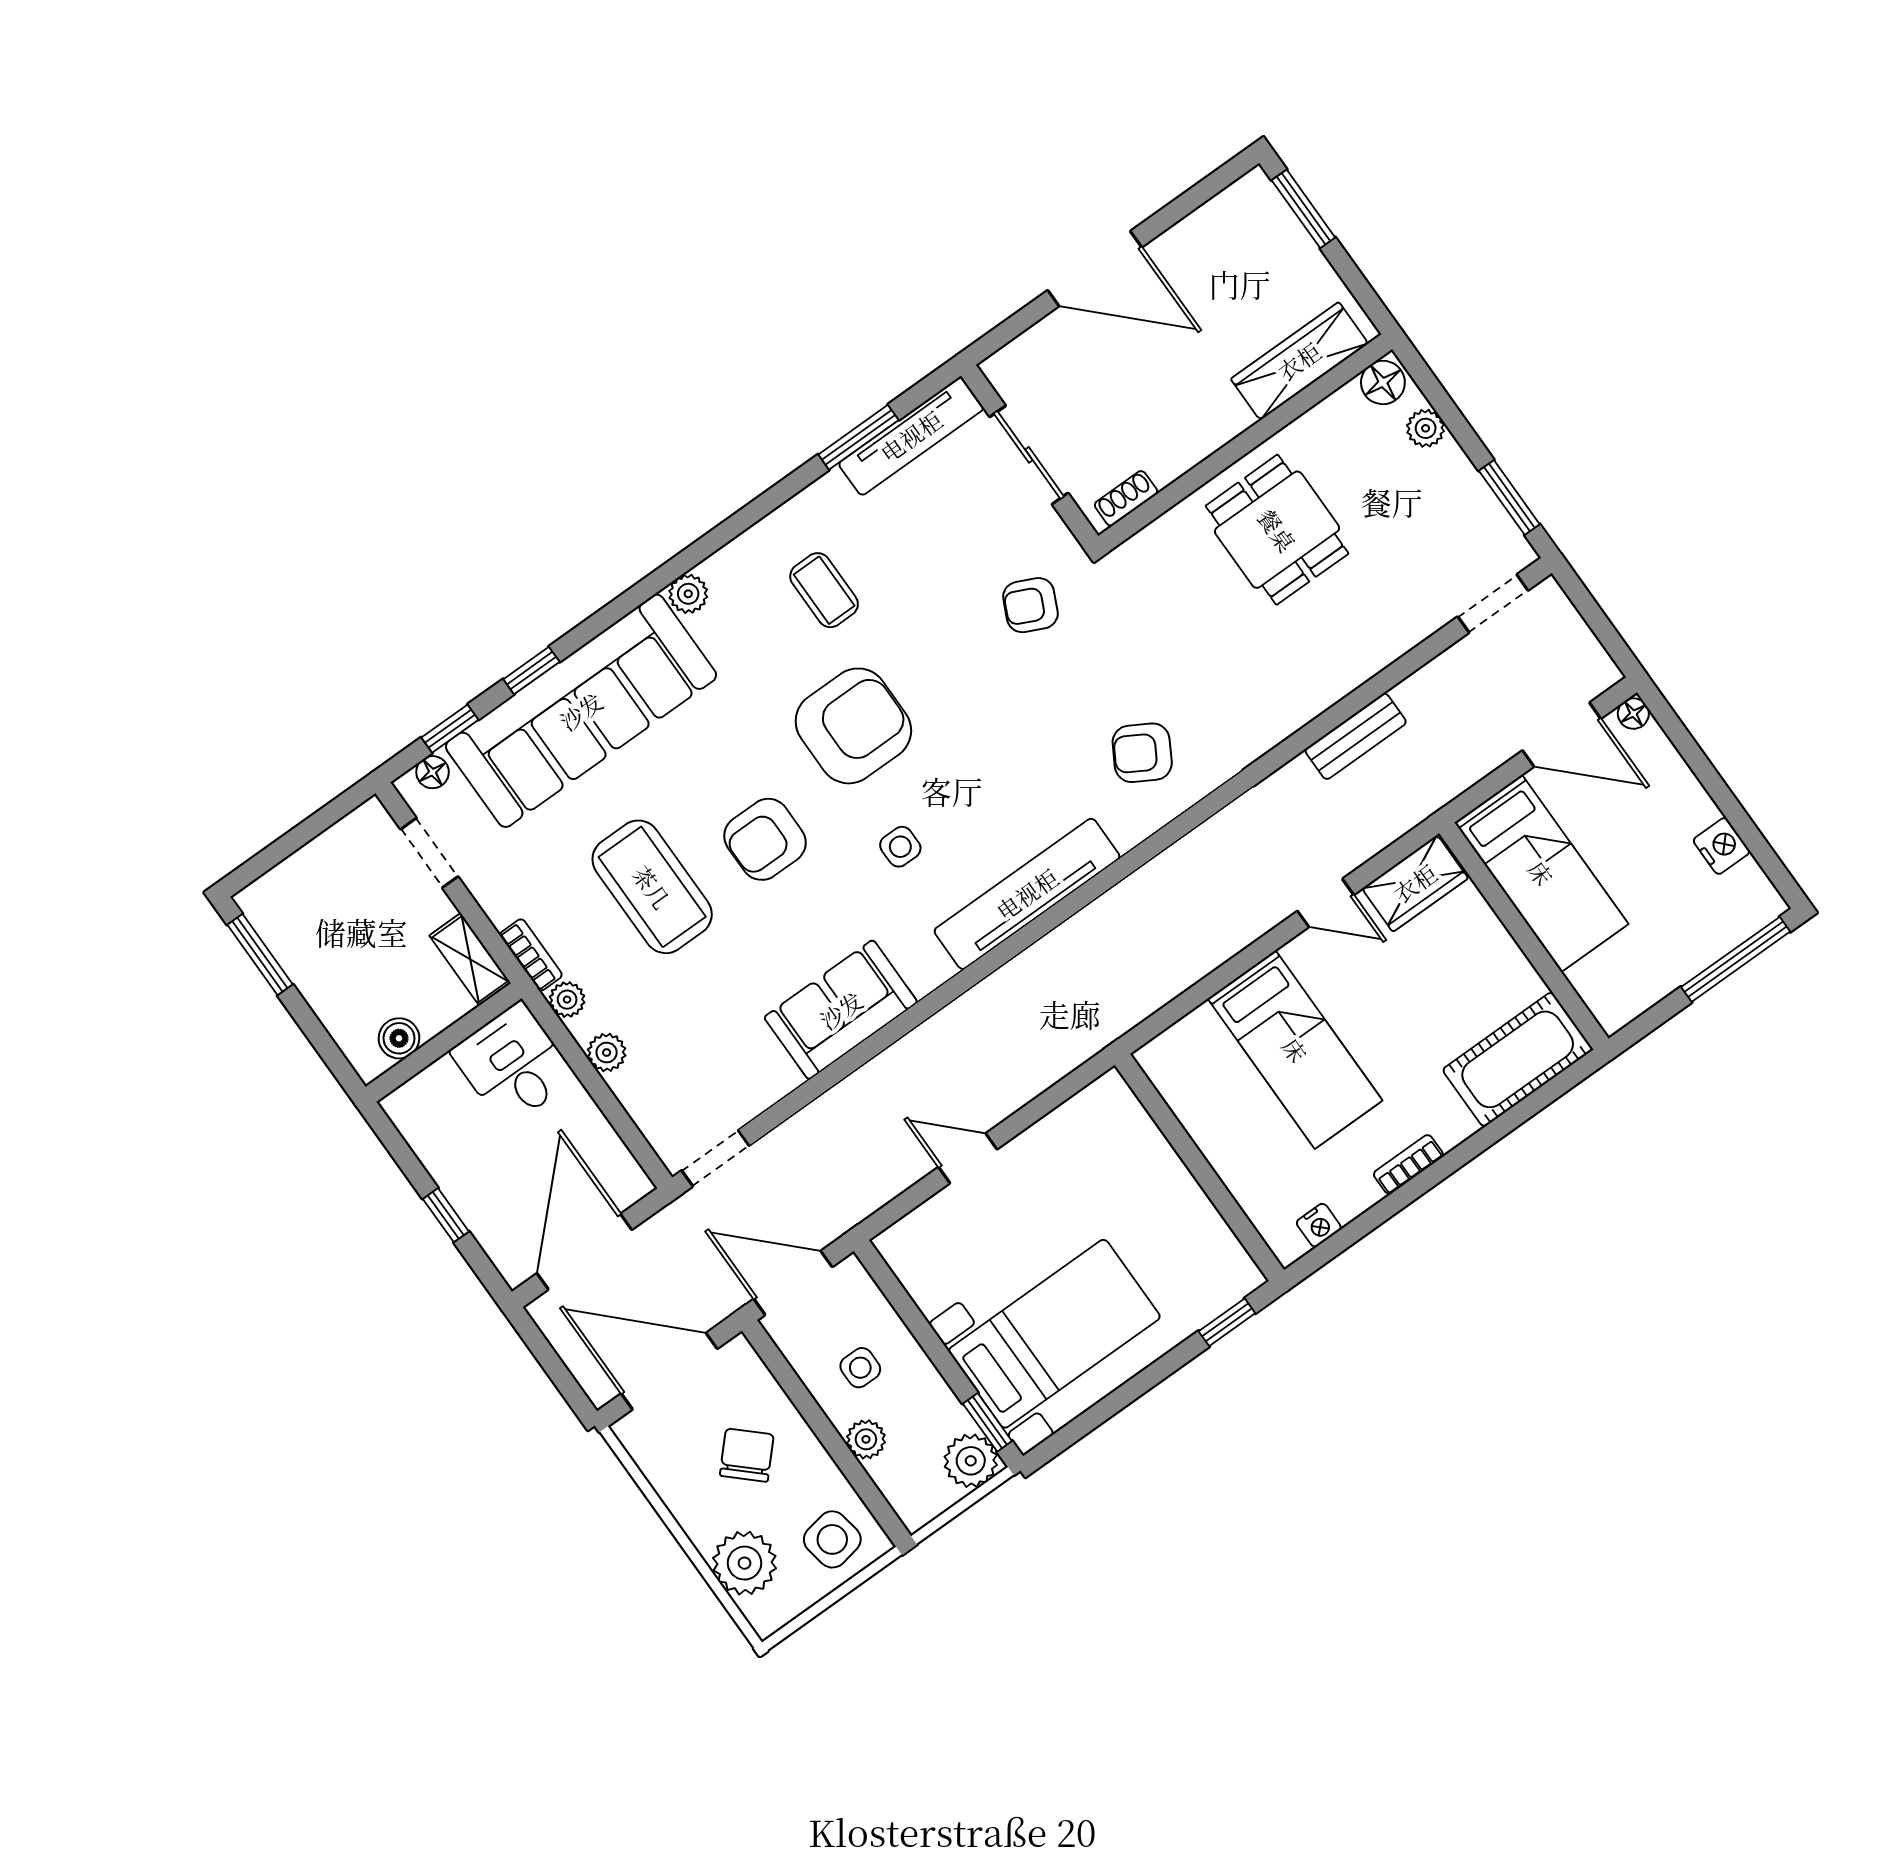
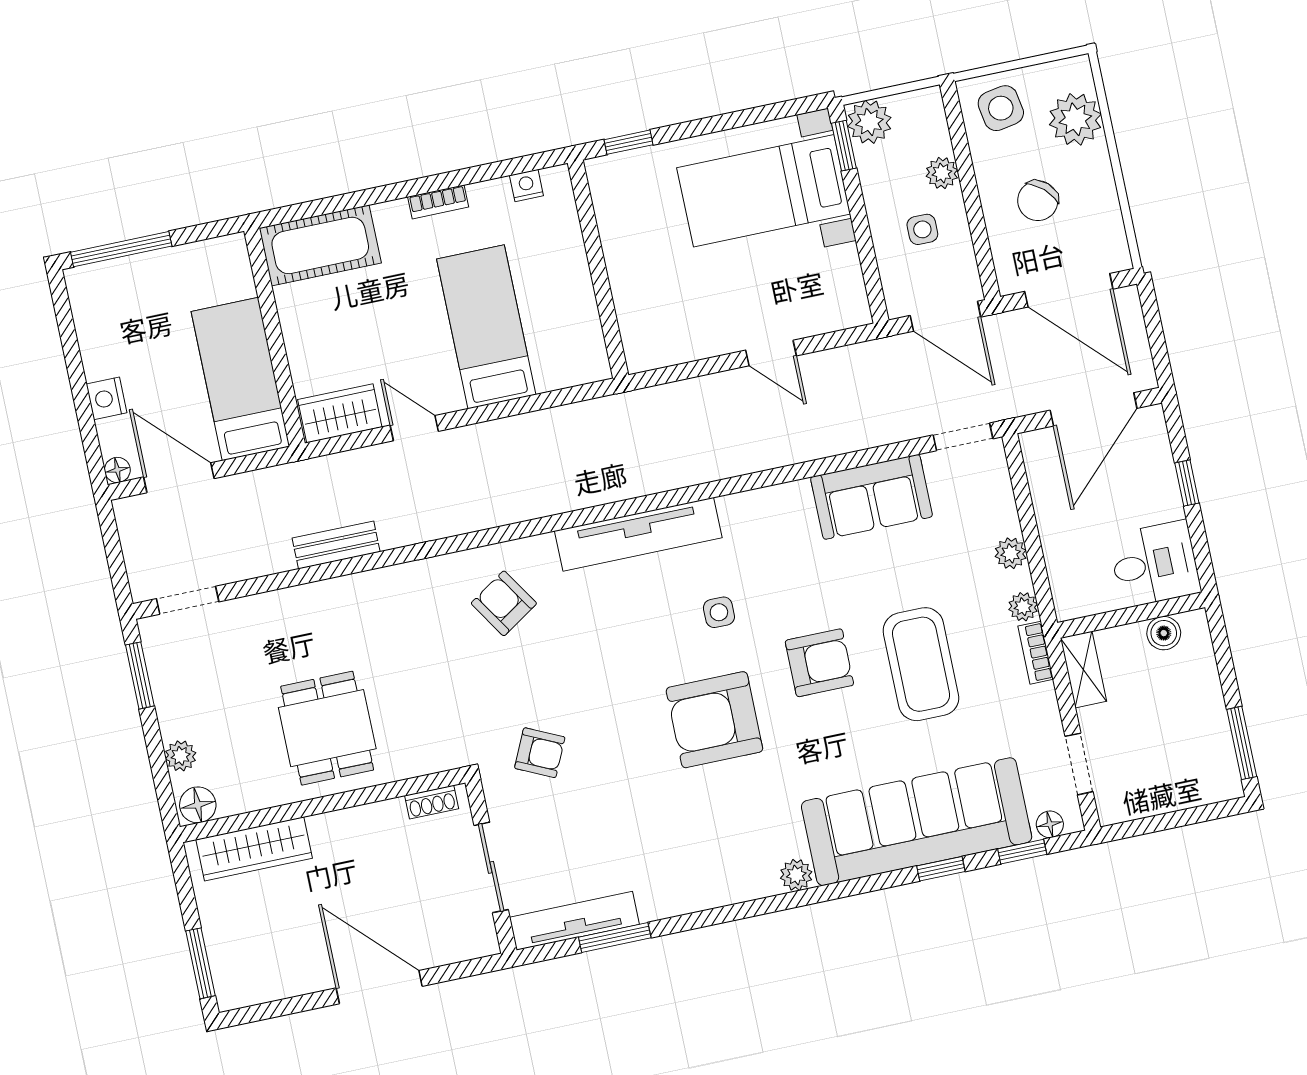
coffee table: (824, 590) -> (692, 833), removed
armchair: (1142, 753) -> (504, 603), turned -153
nightstand: (1722, 846) -> (107, 398), moved
sofa: (841, 1010) -> (872, 497), moved
desk: (513, 1064) -> (1155, 564), moved, turned -90

